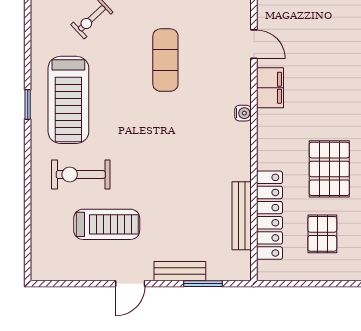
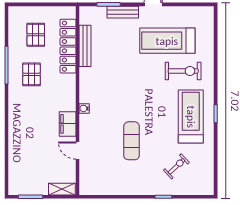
pallet: (329, 169) -> (31, 74), width x0.67, depth x0.71
treadmill: (107, 224) -> (167, 41), width x1.37, depth x1.38

